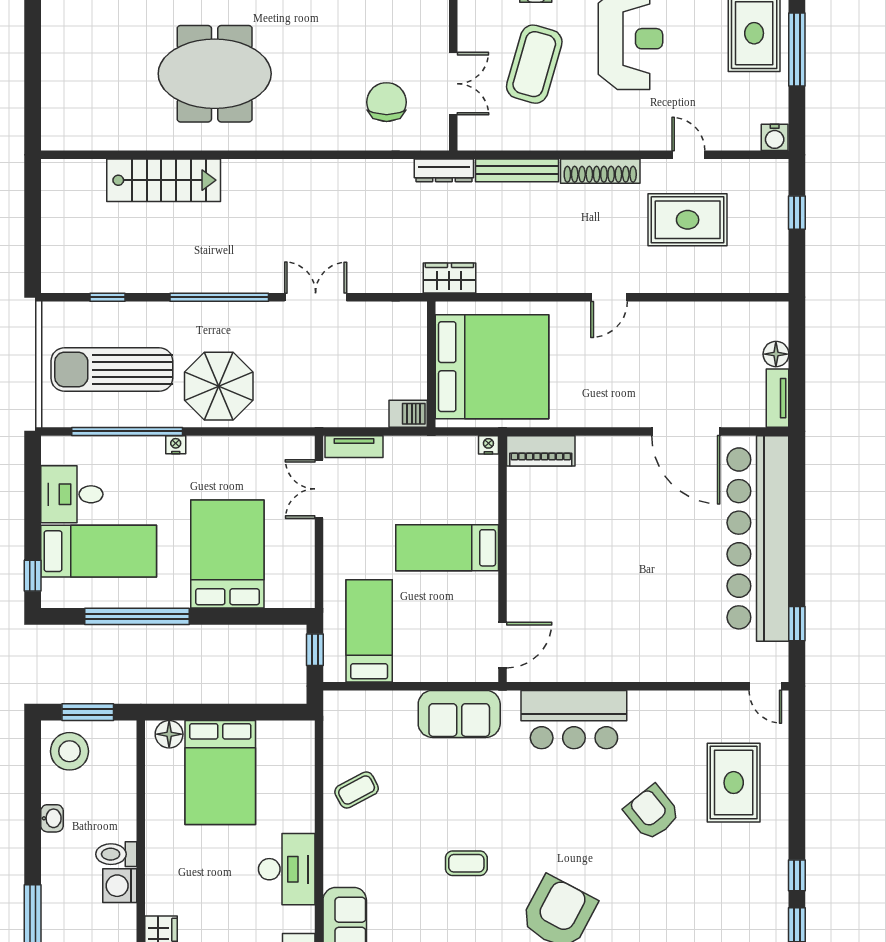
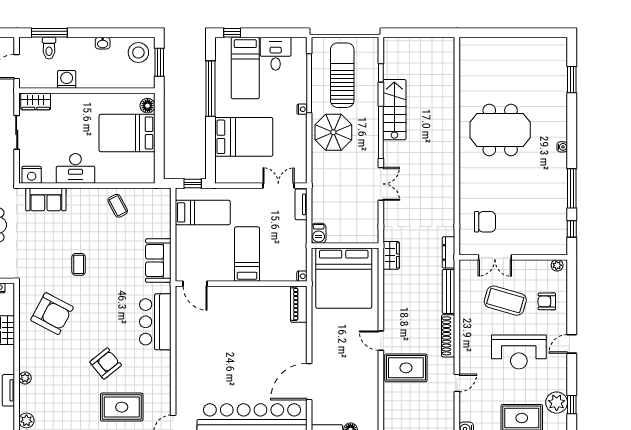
meeting table: (215, 74) -> (500, 130), turned 90
stairs: (164, 180) -> (394, 110), moved, turned 180
rug: (688, 220) -> (406, 368), moved, turned 90
toilet: (116, 854) -> (49, 48), moved, turned 180

